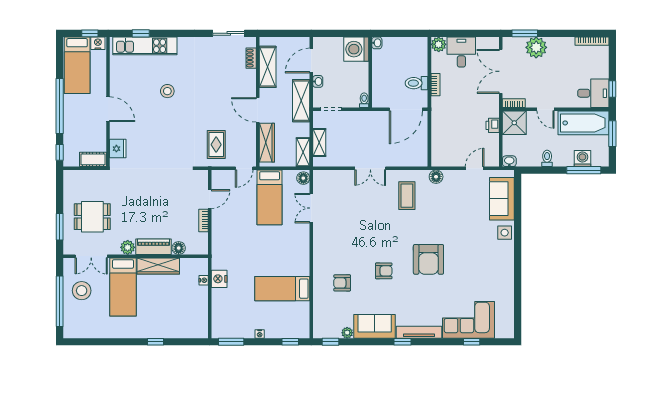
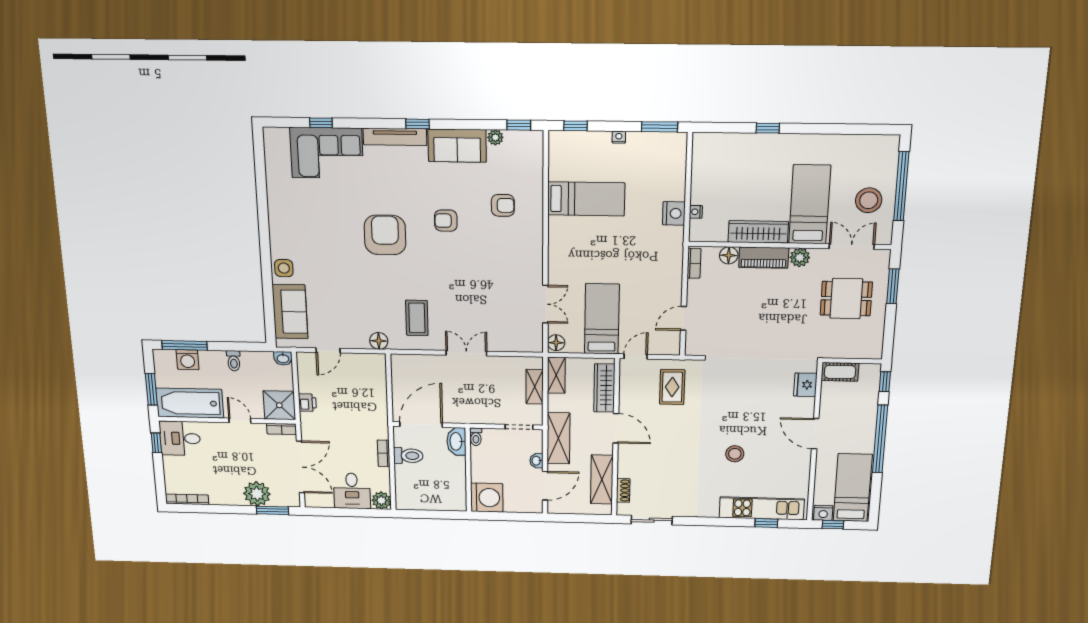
washbasin: (377, 43) -> (456, 441), moved, width x1.91, depth x1.45
bookcase: (203, 220) -> (694, 263), moved

